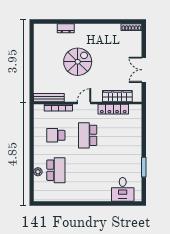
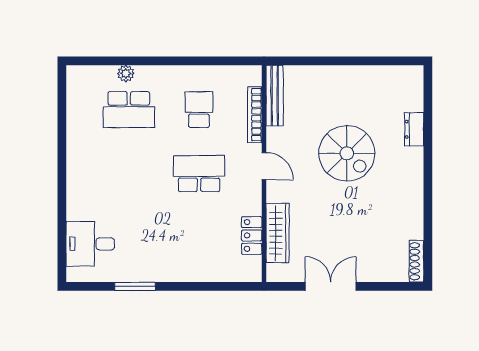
locker: (113, 109) -> (252, 235), width x0.66

